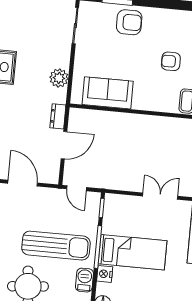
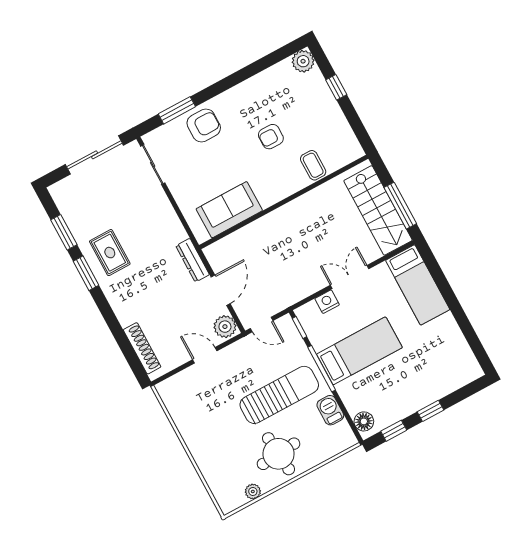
plant: (59, 78) -> (225, 327), moved
dresser: (58, 116) -> (193, 260), width x1.44
door: (23, 183) -> (205, 355), width x0.73
nightstand: (105, 274) -> (327, 302), moved, turned 90

